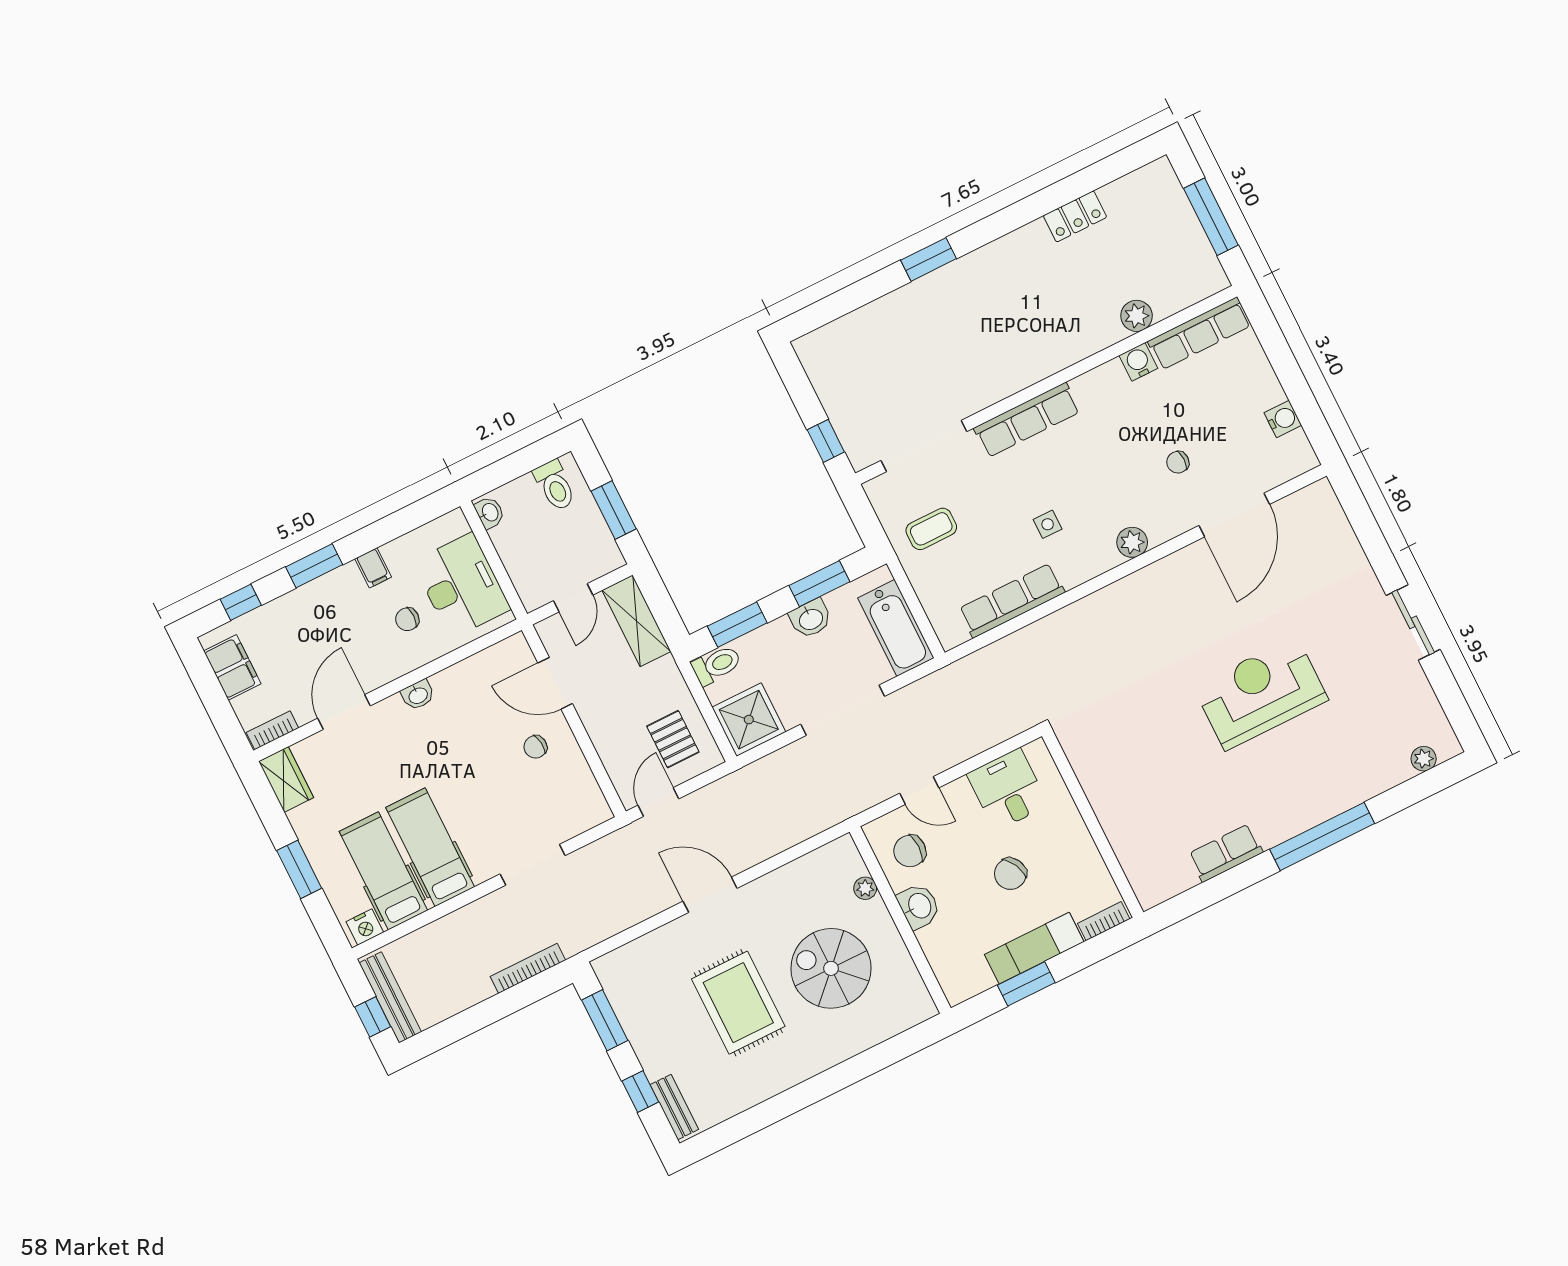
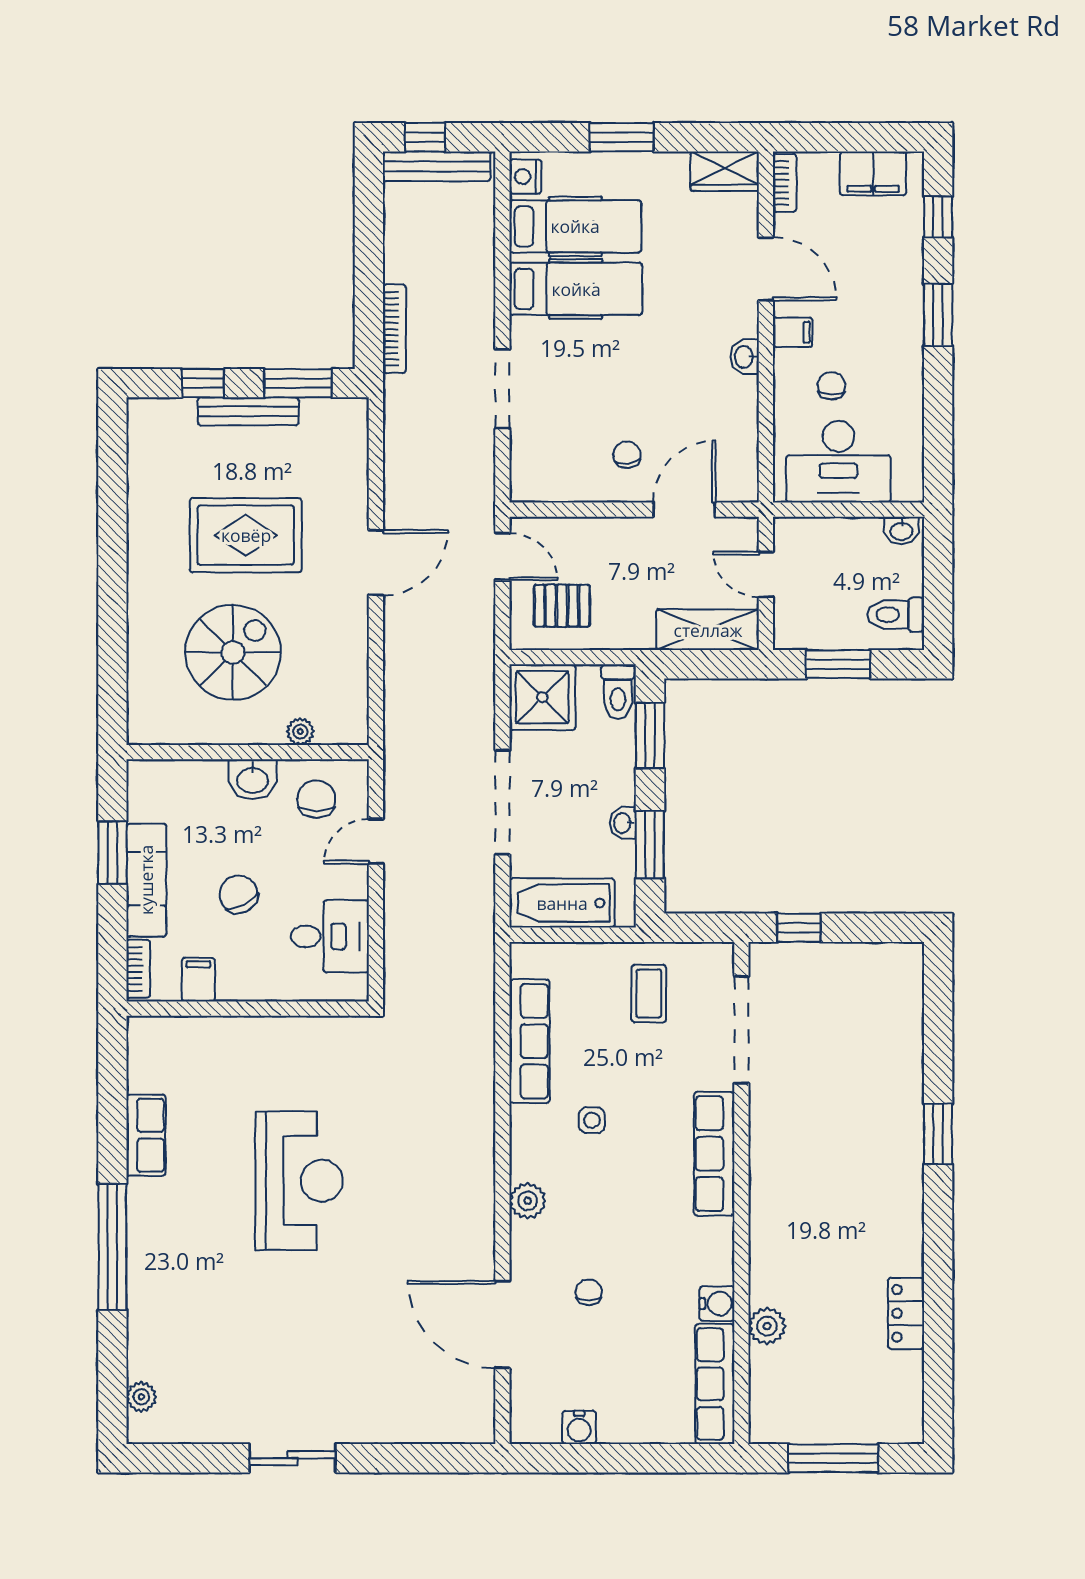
filing cabinet: (373, 568) -> (793, 332), moved, turned 180
washbasin: (811, 619) -> (623, 823), width x0.72, depth x0.69
reception desk: (1261, 693) -> (299, 1181), moved
filing cabinet: (1089, 872) -> (198, 980), added
bench: (674, 1107) -> (248, 411), moved, width x1.36

